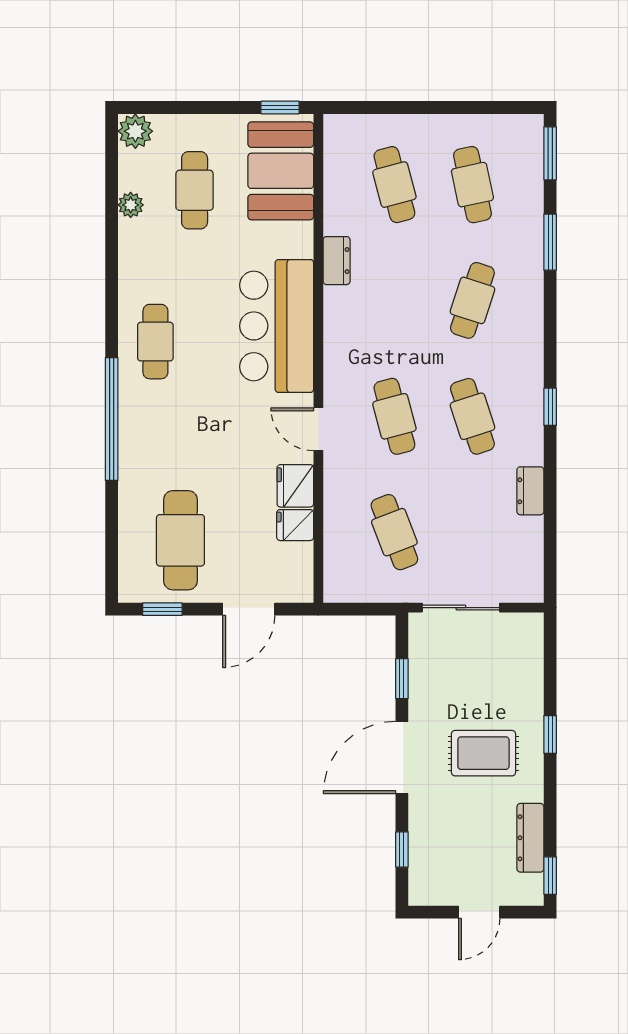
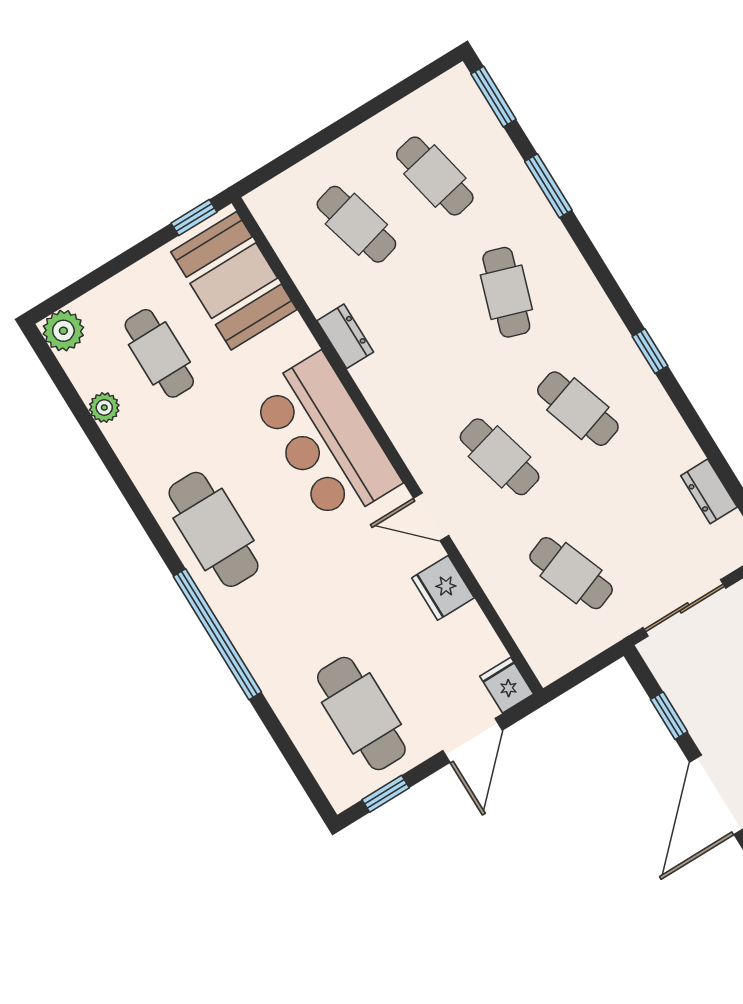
cafe table: (155, 342) -> (213, 529), width x1.37, depth x1.35
dresser: (530, 491) -> (709, 491), moved
fridge: (295, 525) -> (507, 685), moved, turned 90

